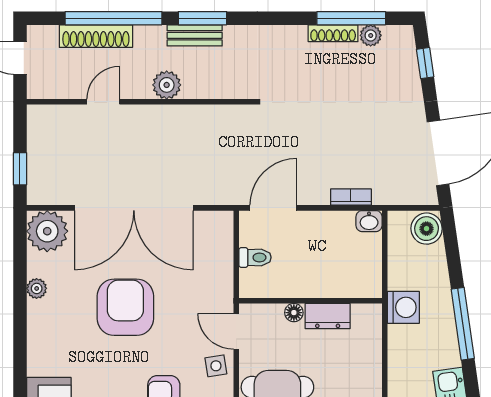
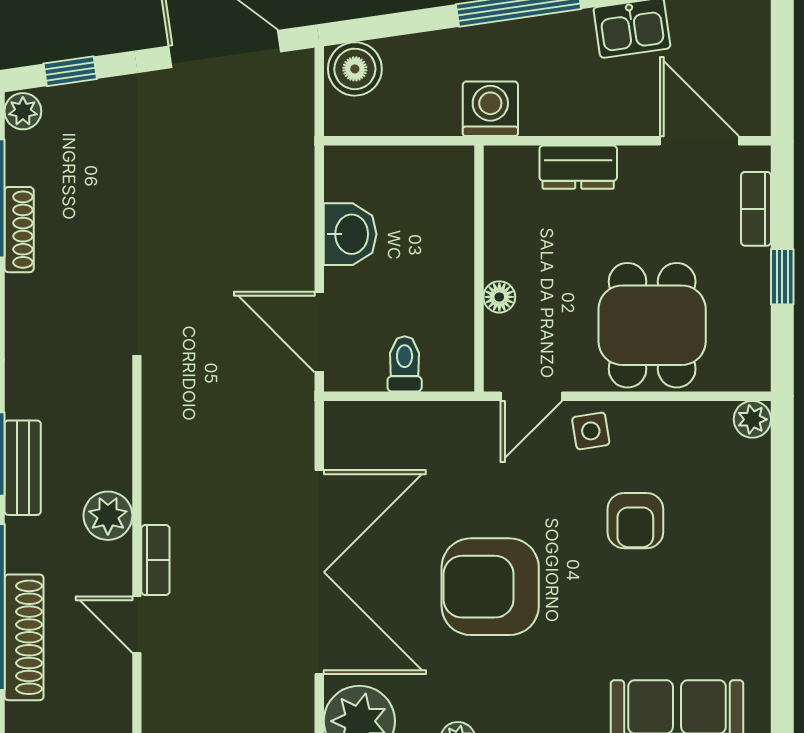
plant: (371, 35) -> (23, 111), moved
bookcase: (351, 197) -> (155, 560), moved, turned 180
washbasin: (369, 221) -> (350, 234), moved, width x1.38, depth x1.45
dresser: (328, 316) -> (578, 167), moved, turned 90

